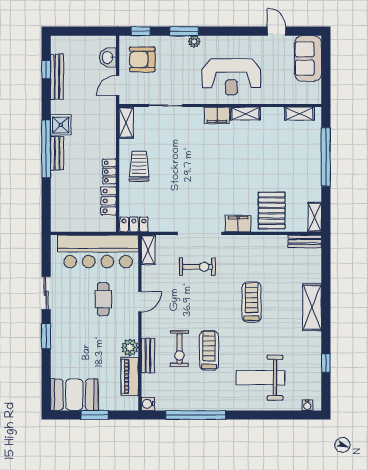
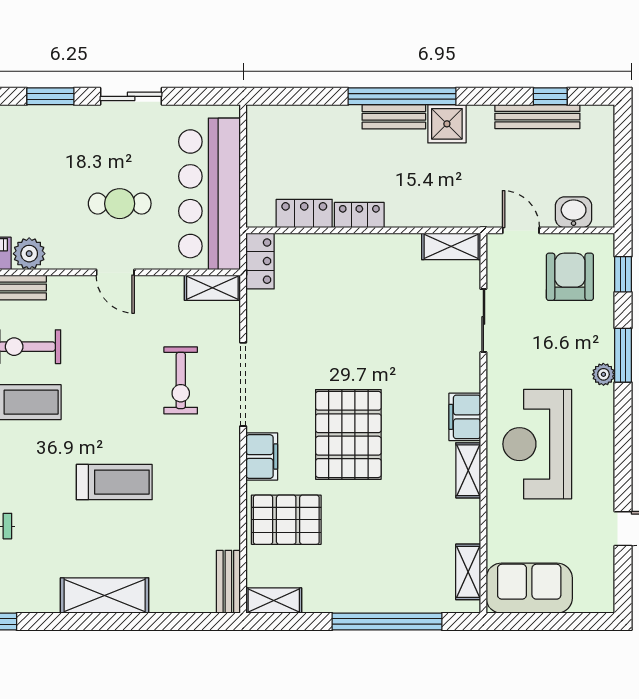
sofa: (308, 59) -> (529, 588), moved
trolley: (139, 166) -> (369, 271), removed
pallet: (226, 177) -> (348, 434), added

